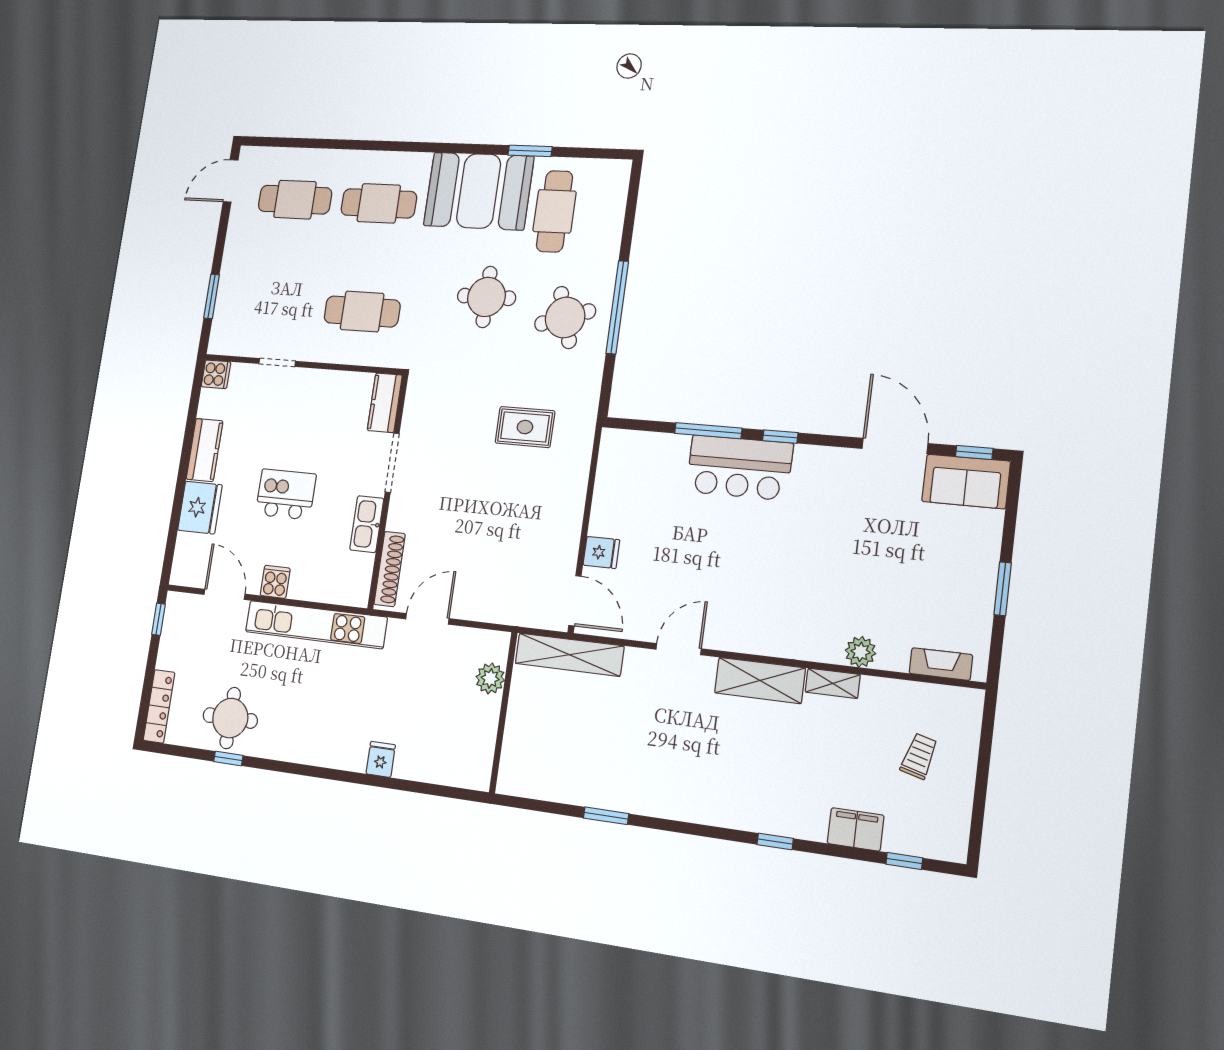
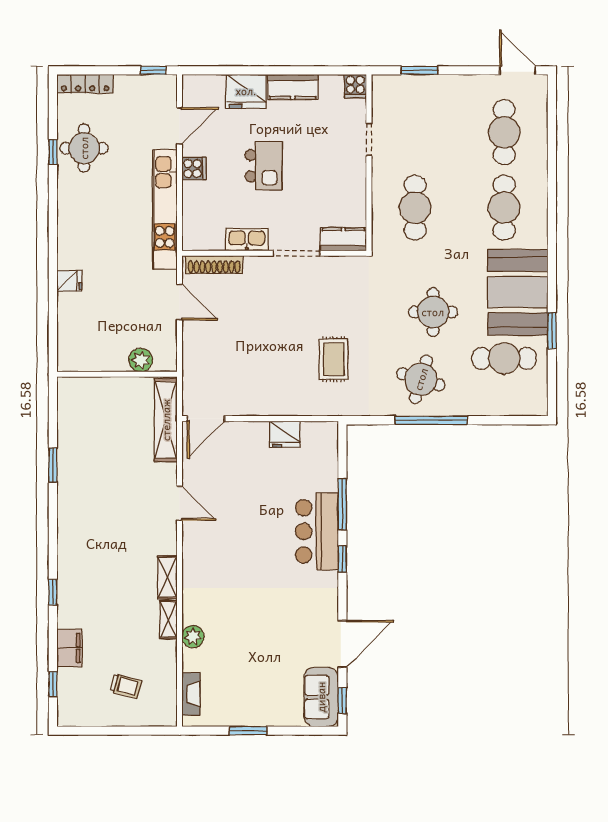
round table: (565, 317) -> (421, 379), turned 35
fridge: (601, 552) -> (285, 434), moved, width x1.38
shelving: (760, 680) -> (167, 577), width x0.67, depth x0.75

